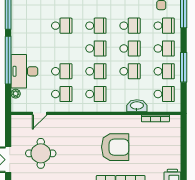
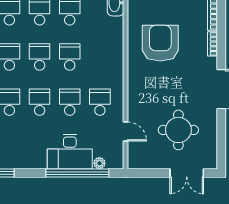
window: (8, 60) -> (77, 173), moved
school desk: (96, 94) -> (40, 102), moved
armchair: (115, 147) -> (160, 43), moved

